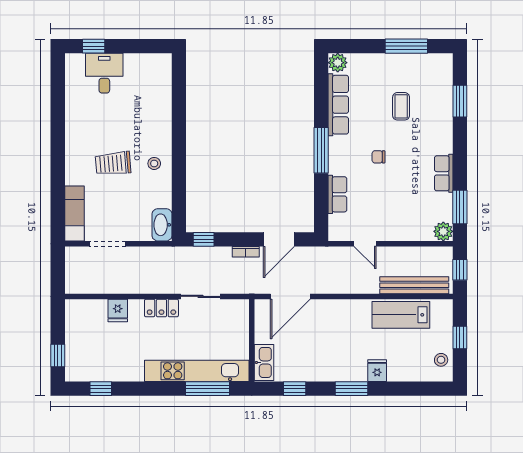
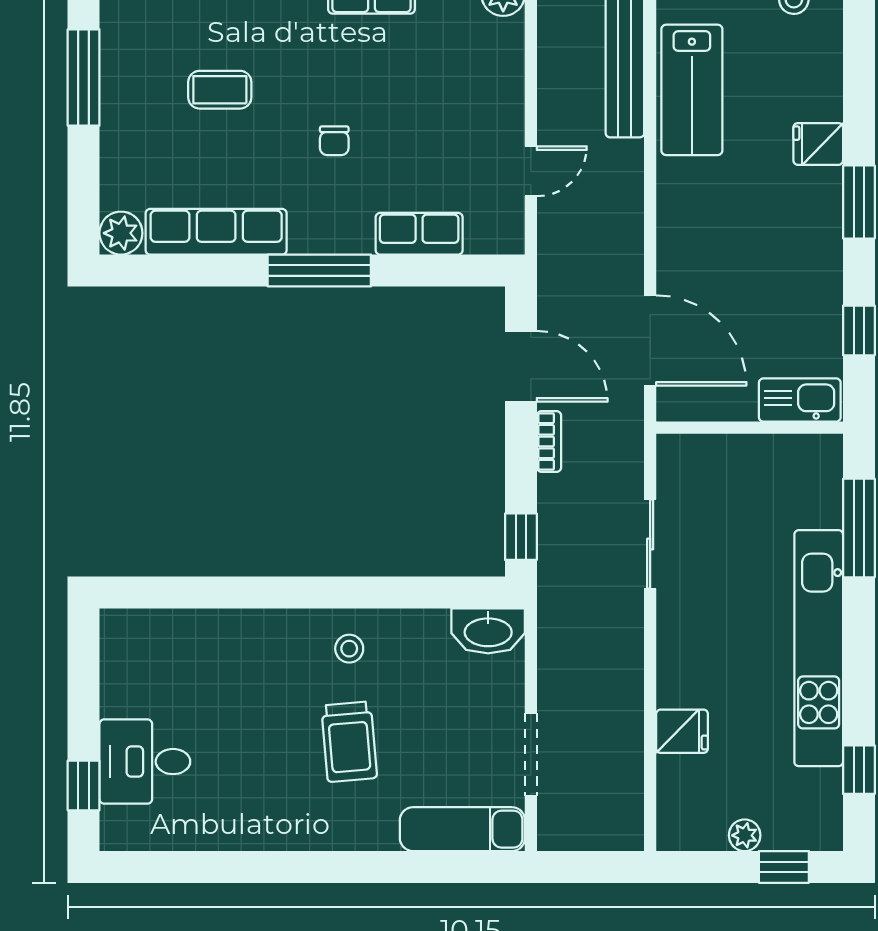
locker: (161, 308) -> (676, 632), removed
plant: (72, 338) -> (745, 835), added
kitchen unit: (197, 371) -> (819, 648), moved

